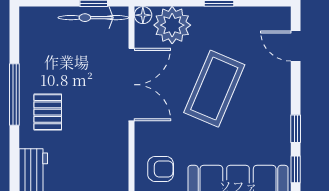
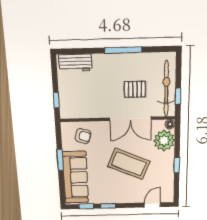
bicycle: (93, 18) -> (166, 89), width x1.37, depth x1.40
pallet: (48, 112) -> (135, 89), moved
armchair: (161, 169) -> (83, 136), turned -74

